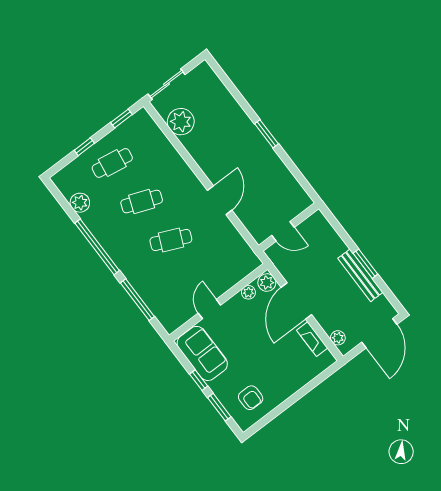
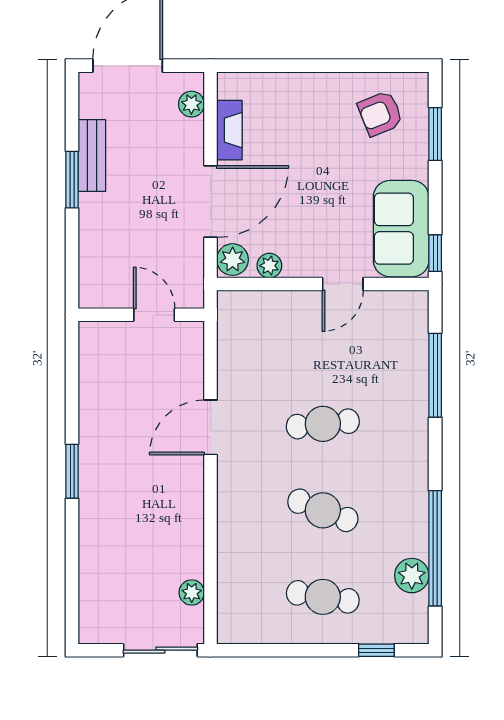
window: (121, 118) -> (262, 650), removed
plant: (181, 122) -> (192, 593), width x0.53, depth x0.53
window: (84, 147) -> (376, 650), moved
cafe table: (171, 240) -> (323, 424), turned -30
window: (97, 247) -> (435, 548), moved
bench: (360, 275) -> (92, 156), width x0.73
window: (199, 380) -> (435, 253), moved
armchair: (251, 398) -> (380, 113), turned -112

